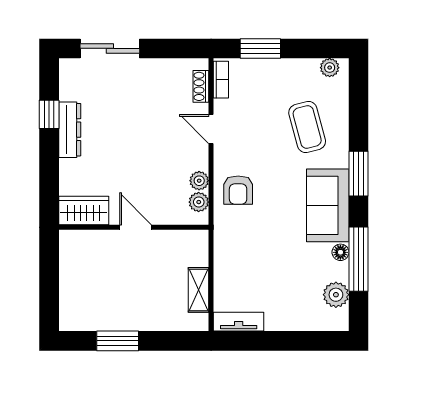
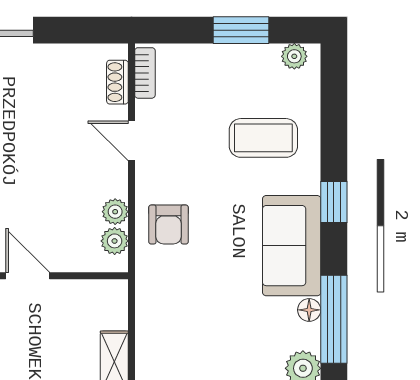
window: (260, 48) -> (241, 30), moved
coffee table: (307, 127) -> (263, 138), turned -75
window: (359, 174) -> (334, 202), width x0.67

